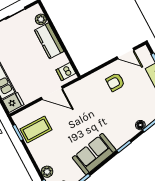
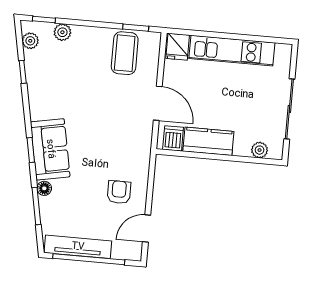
kitchen counter: (49, 41) -> (208, 141), moved
door: (52, 93) -> (158, 103), swing flipped
sofa: (94, 154) -> (50, 149), moved

